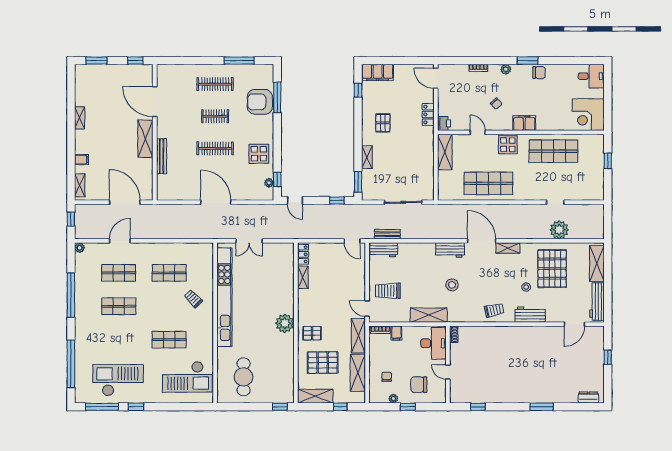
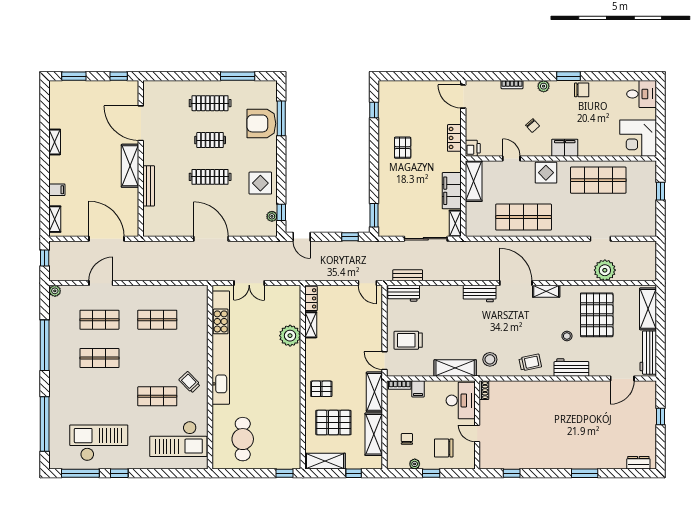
filing cabinet: (378, 72) -> (452, 191), moved, turned 90
shelving: (367, 157) -> (455, 223), moved
stool: (452, 285) -> (490, 359), moved
trolley: (193, 299) -> (190, 382), moved
plant: (285, 323) -> (290, 336), moved

